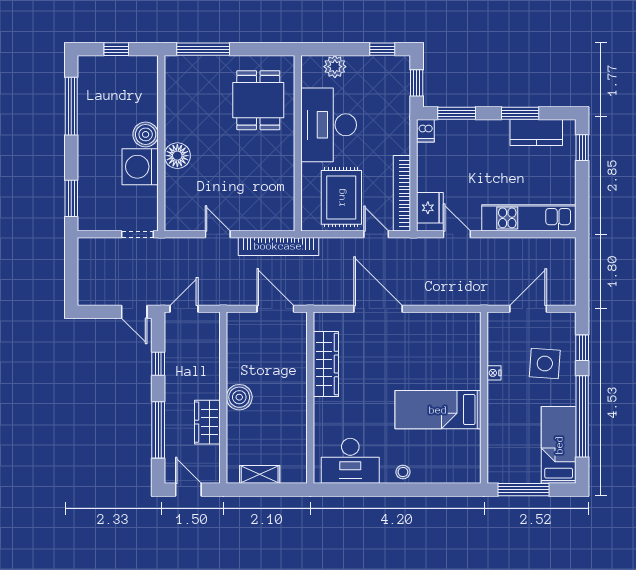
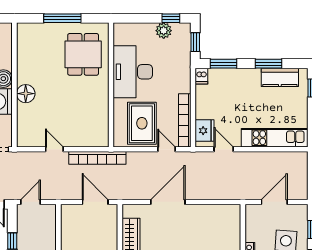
window: (203, 49) -> (62, 18), moved
plant: (335, 67) -> (164, 31), moved
door: (378, 309) -> (168, 202), hinge flipped

